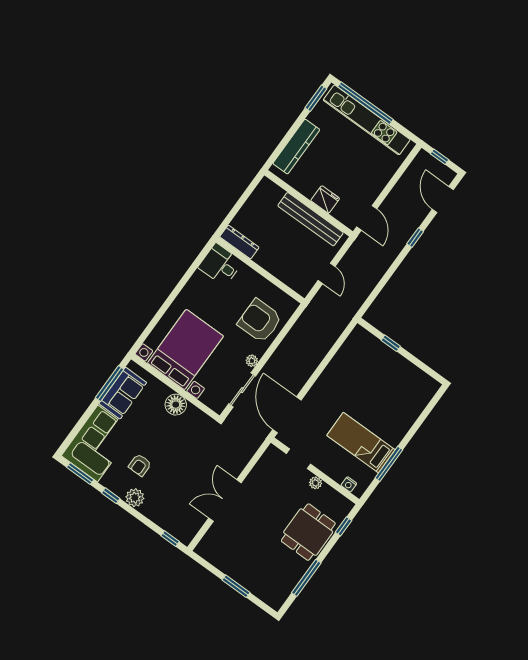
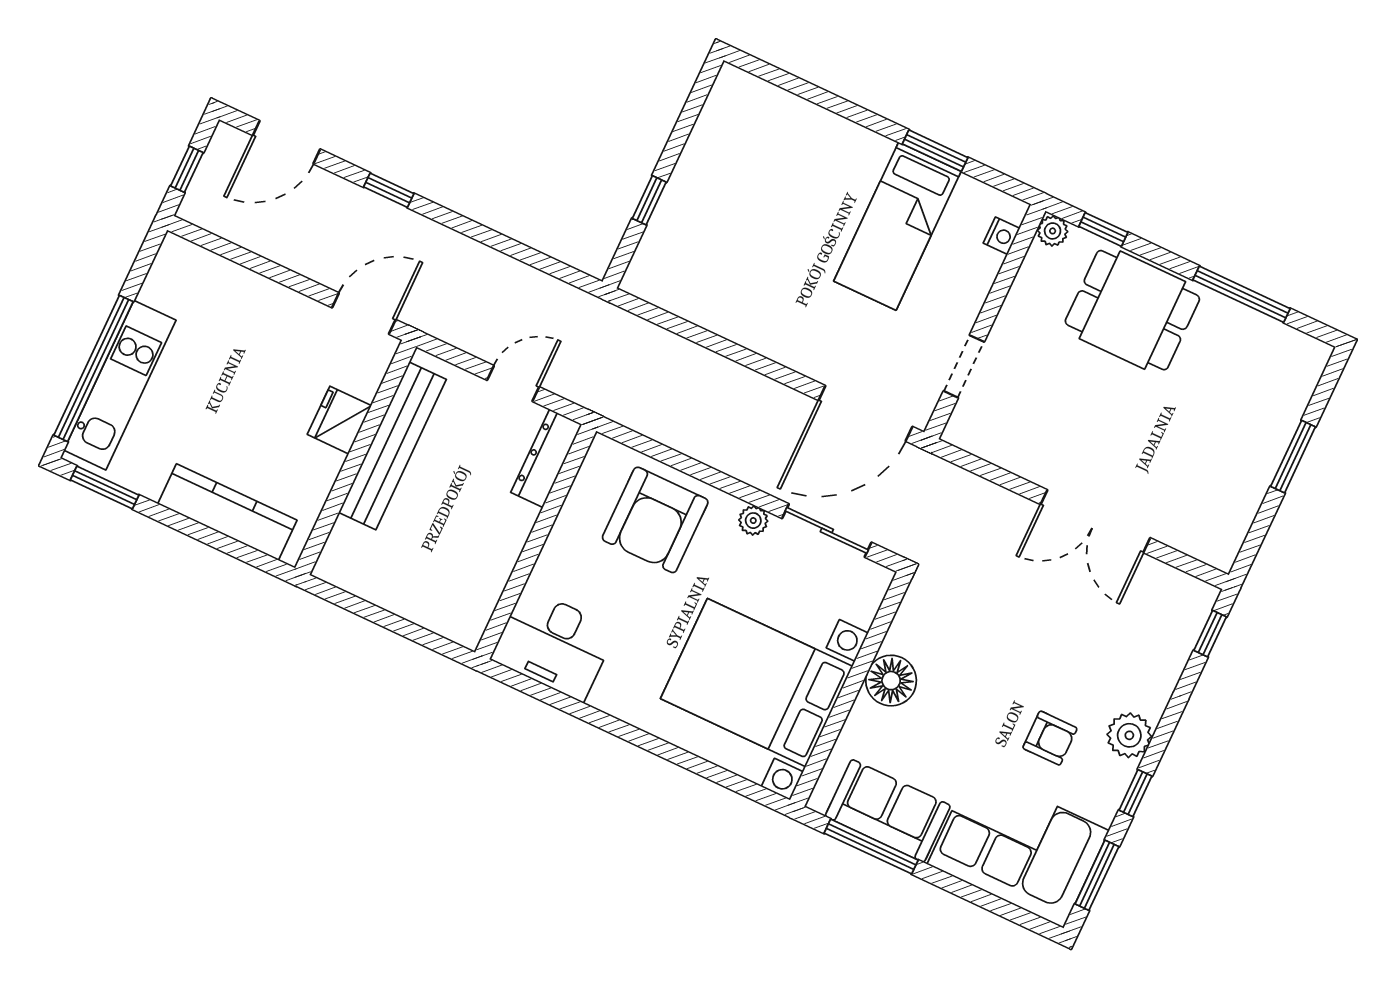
kitchen unit: (367, 120) -> (120, 385), width x0.73
dresser: (239, 242) -> (546, 458), moved
desk: (220, 265) -> (554, 644), width x1.37
window: (389, 464) -> (935, 151), width x0.69
plant: (316, 483) -> (1053, 231), moved

